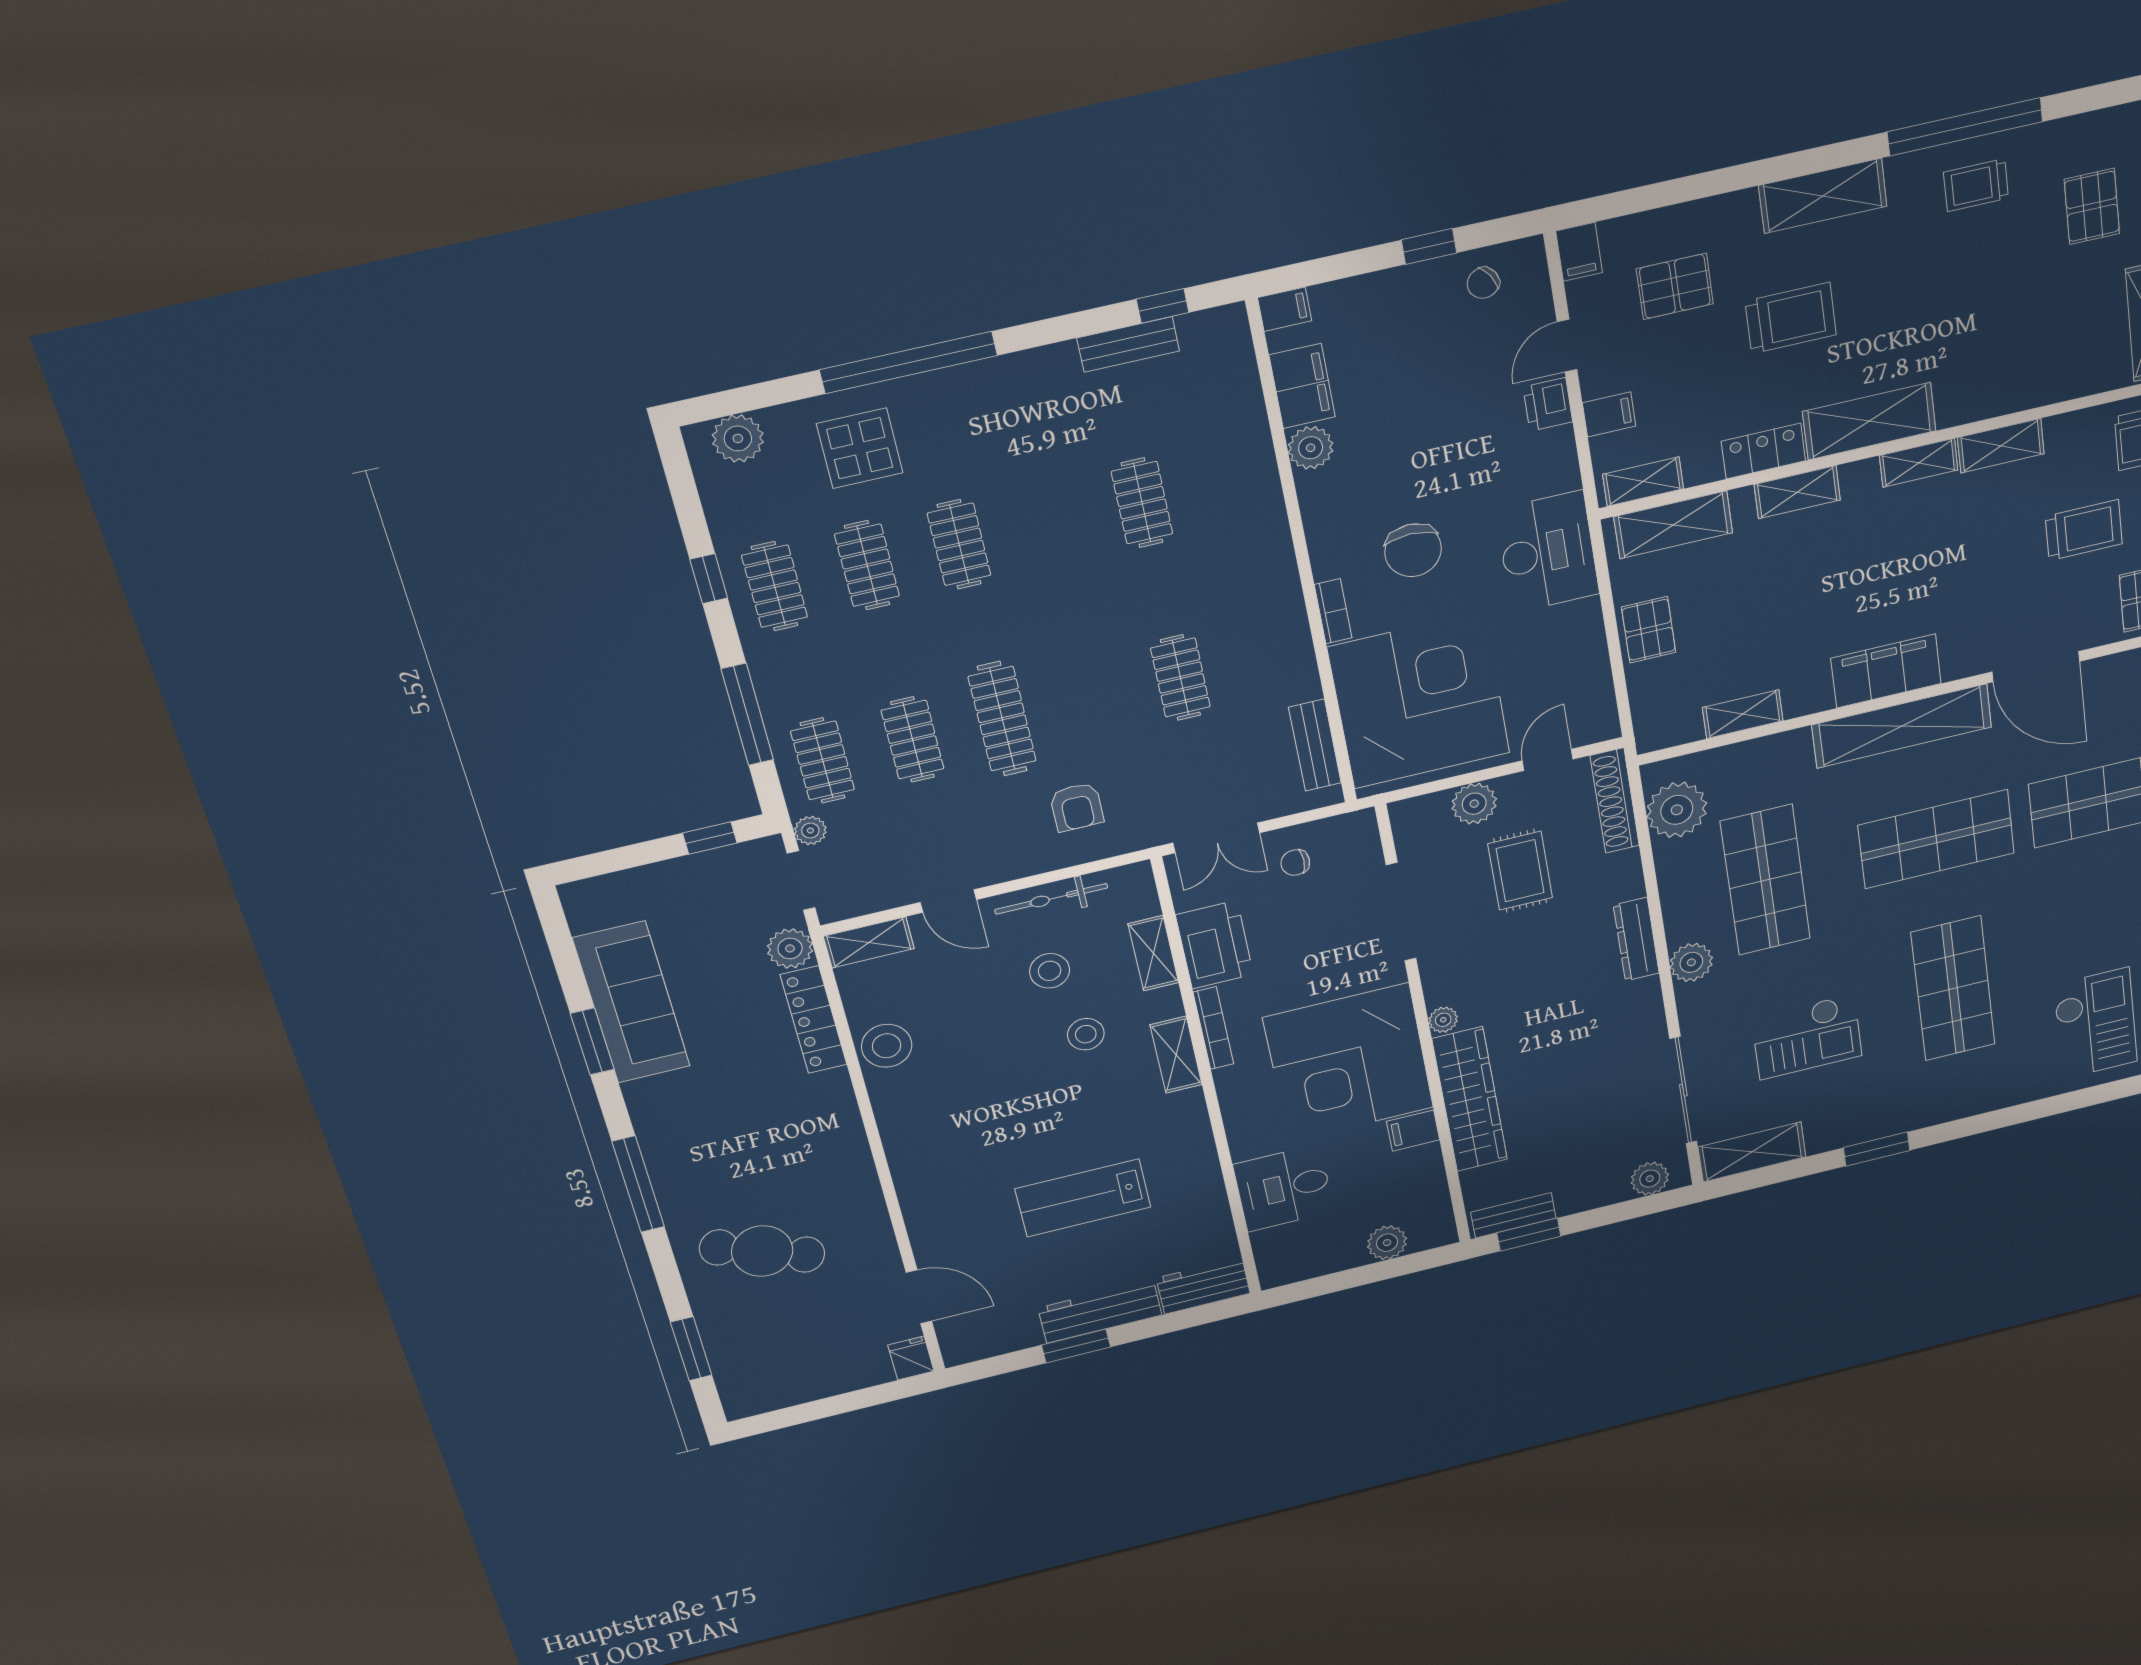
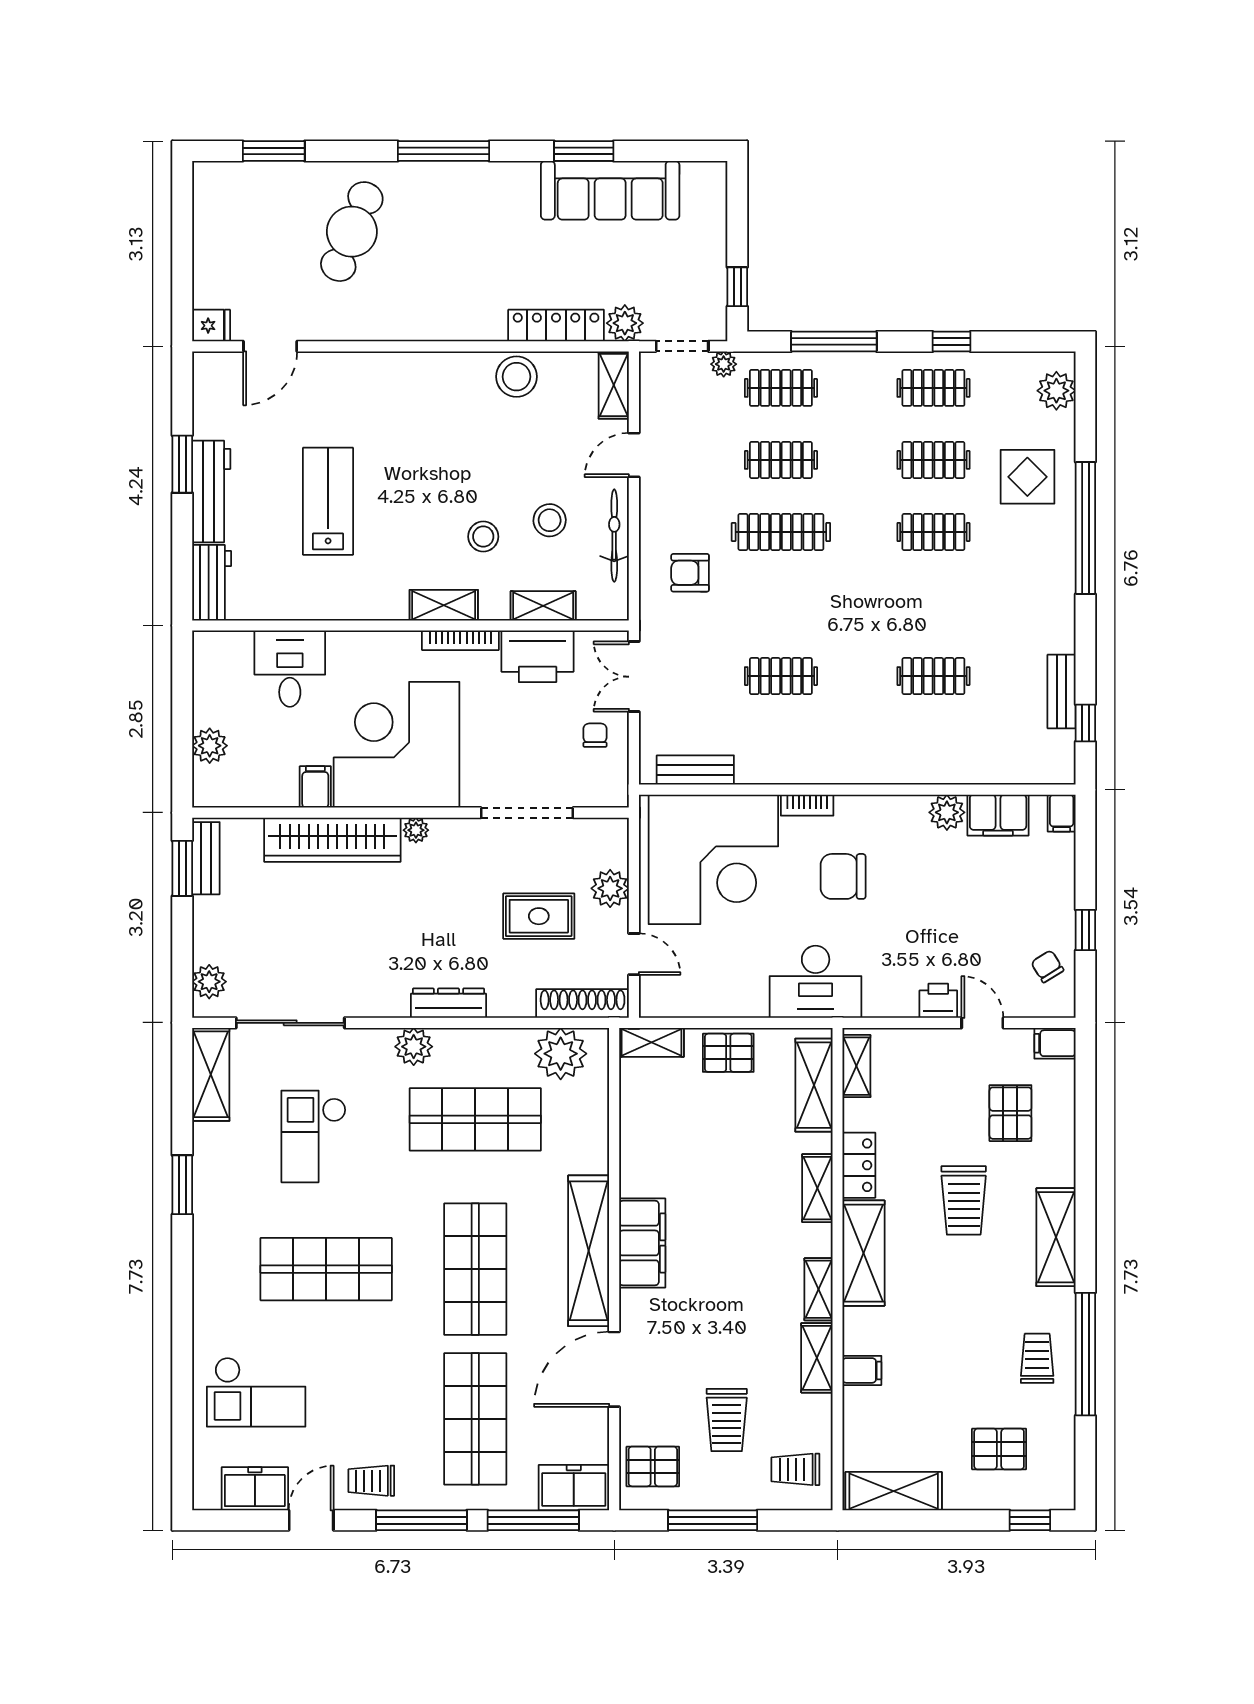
filing cabinet: (1609, 414) -> (862, 1370), moved, turned -90
shelving: (1743, 714) -> (651, 1042), moved, turned 90

